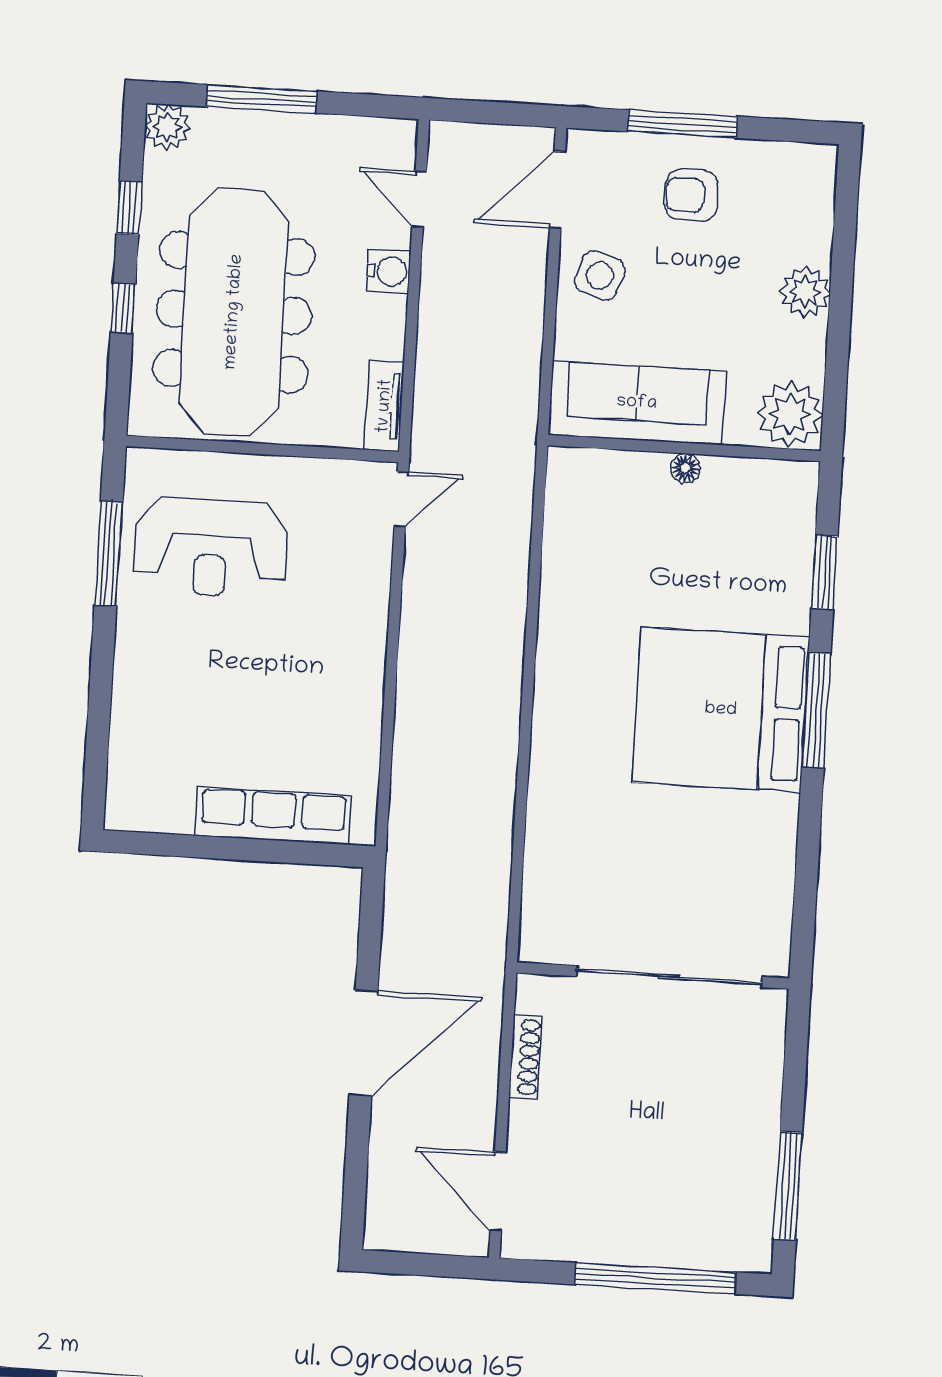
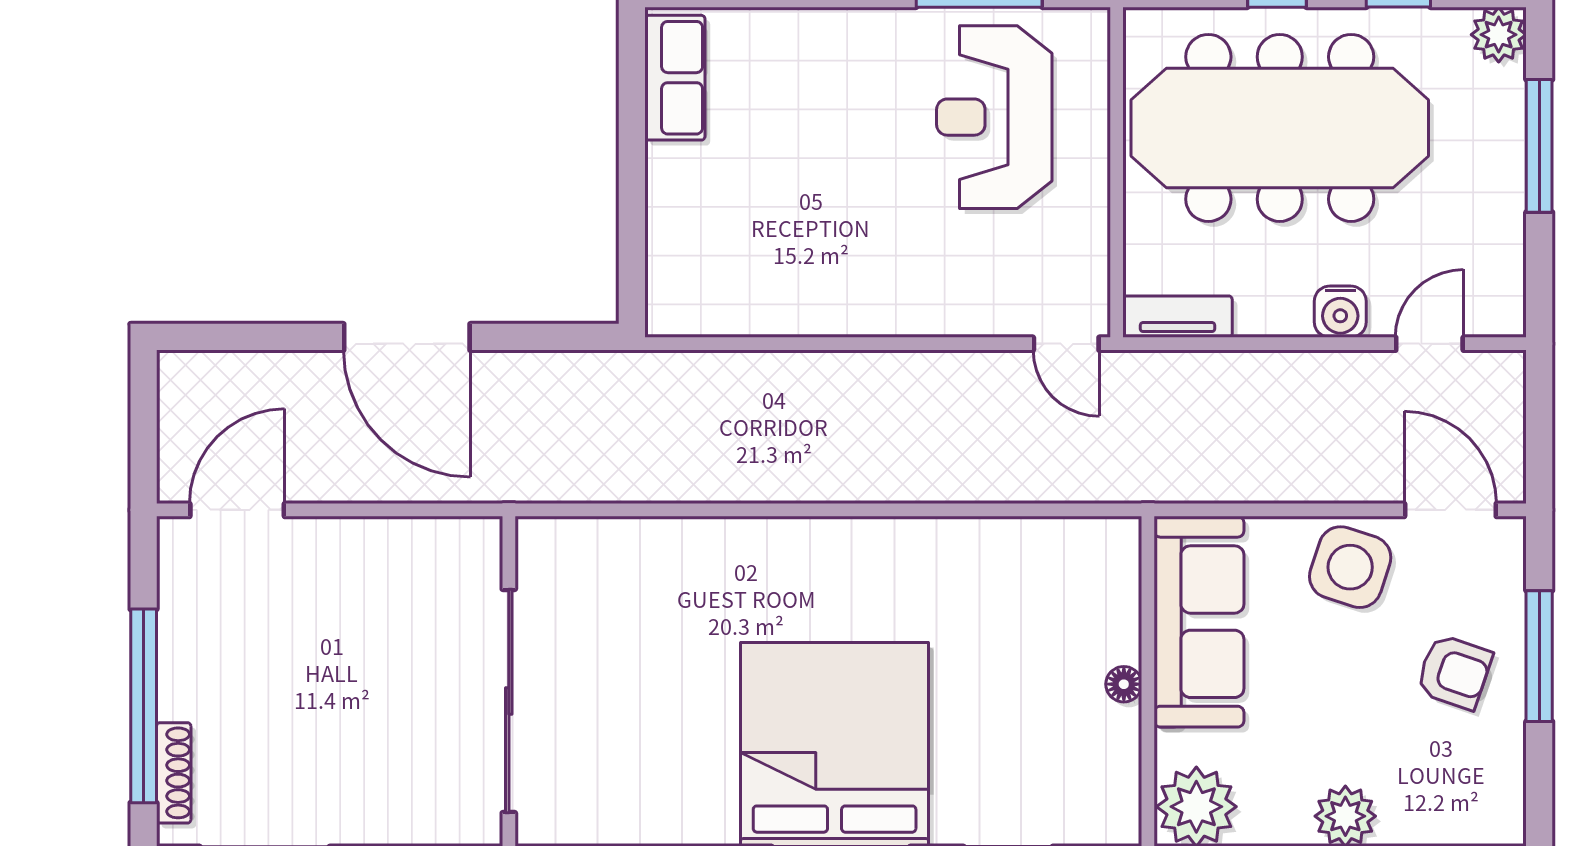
armchair: (691, 195) -> (1454, 672), turned 109
side table: (600, 276) -> (1350, 567), width x1.37, depth x1.37
row of seats: (273, 816) -> (675, 78), moved, width x0.68
shoe rack: (525, 1057) -> (174, 773), moved, turned -90

